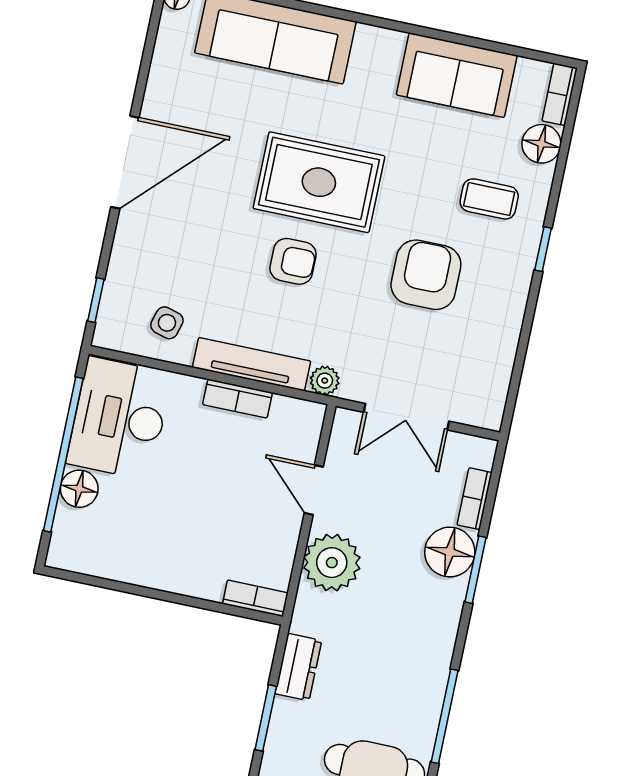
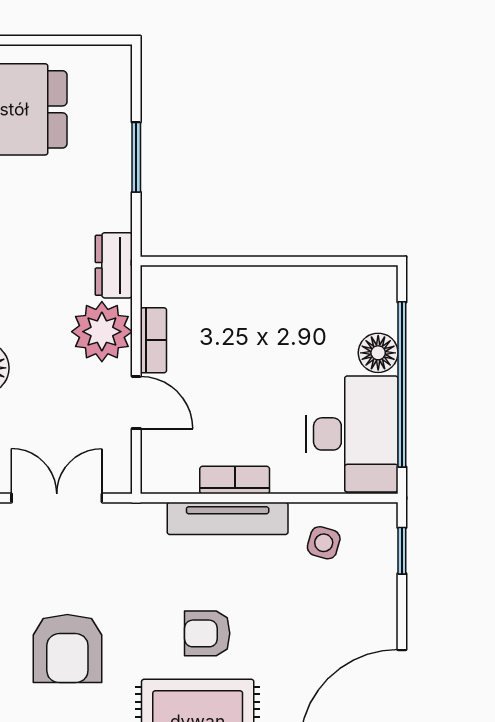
plant: (325, 381) -> (149, 517), removed
bookcase: (255, 598) -> (153, 340), moved, turned -90
dresser: (298, 667) -> (114, 265), moved

